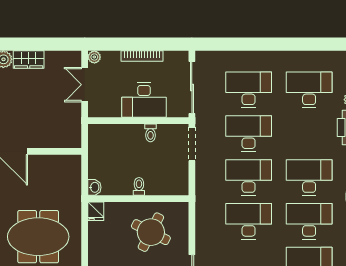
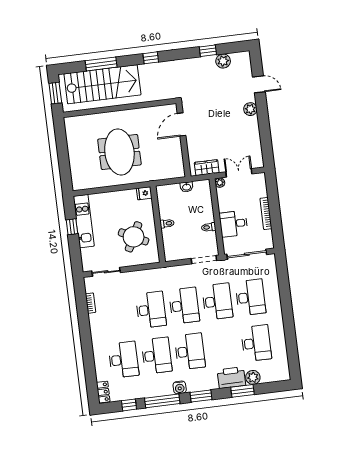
plant: (94, 57) -> (220, 183), moved
wardrobe: (29, 60) -> (207, 168), moved, turned 90
desk: (144, 100) -> (233, 224), width x0.73
washbasin: (94, 187) -> (187, 187), moved

